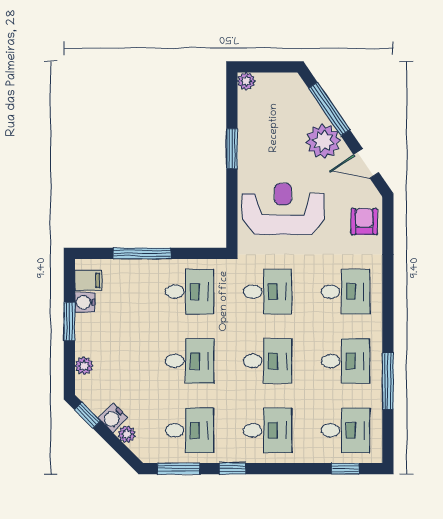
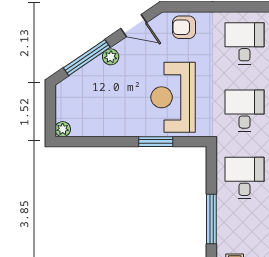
plant: (323, 141) -> (111, 57), width x0.53, depth x0.53
window: (232, 149) -> (156, 142), moved
door: (366, 163) -> (134, 26), hinge flipped

